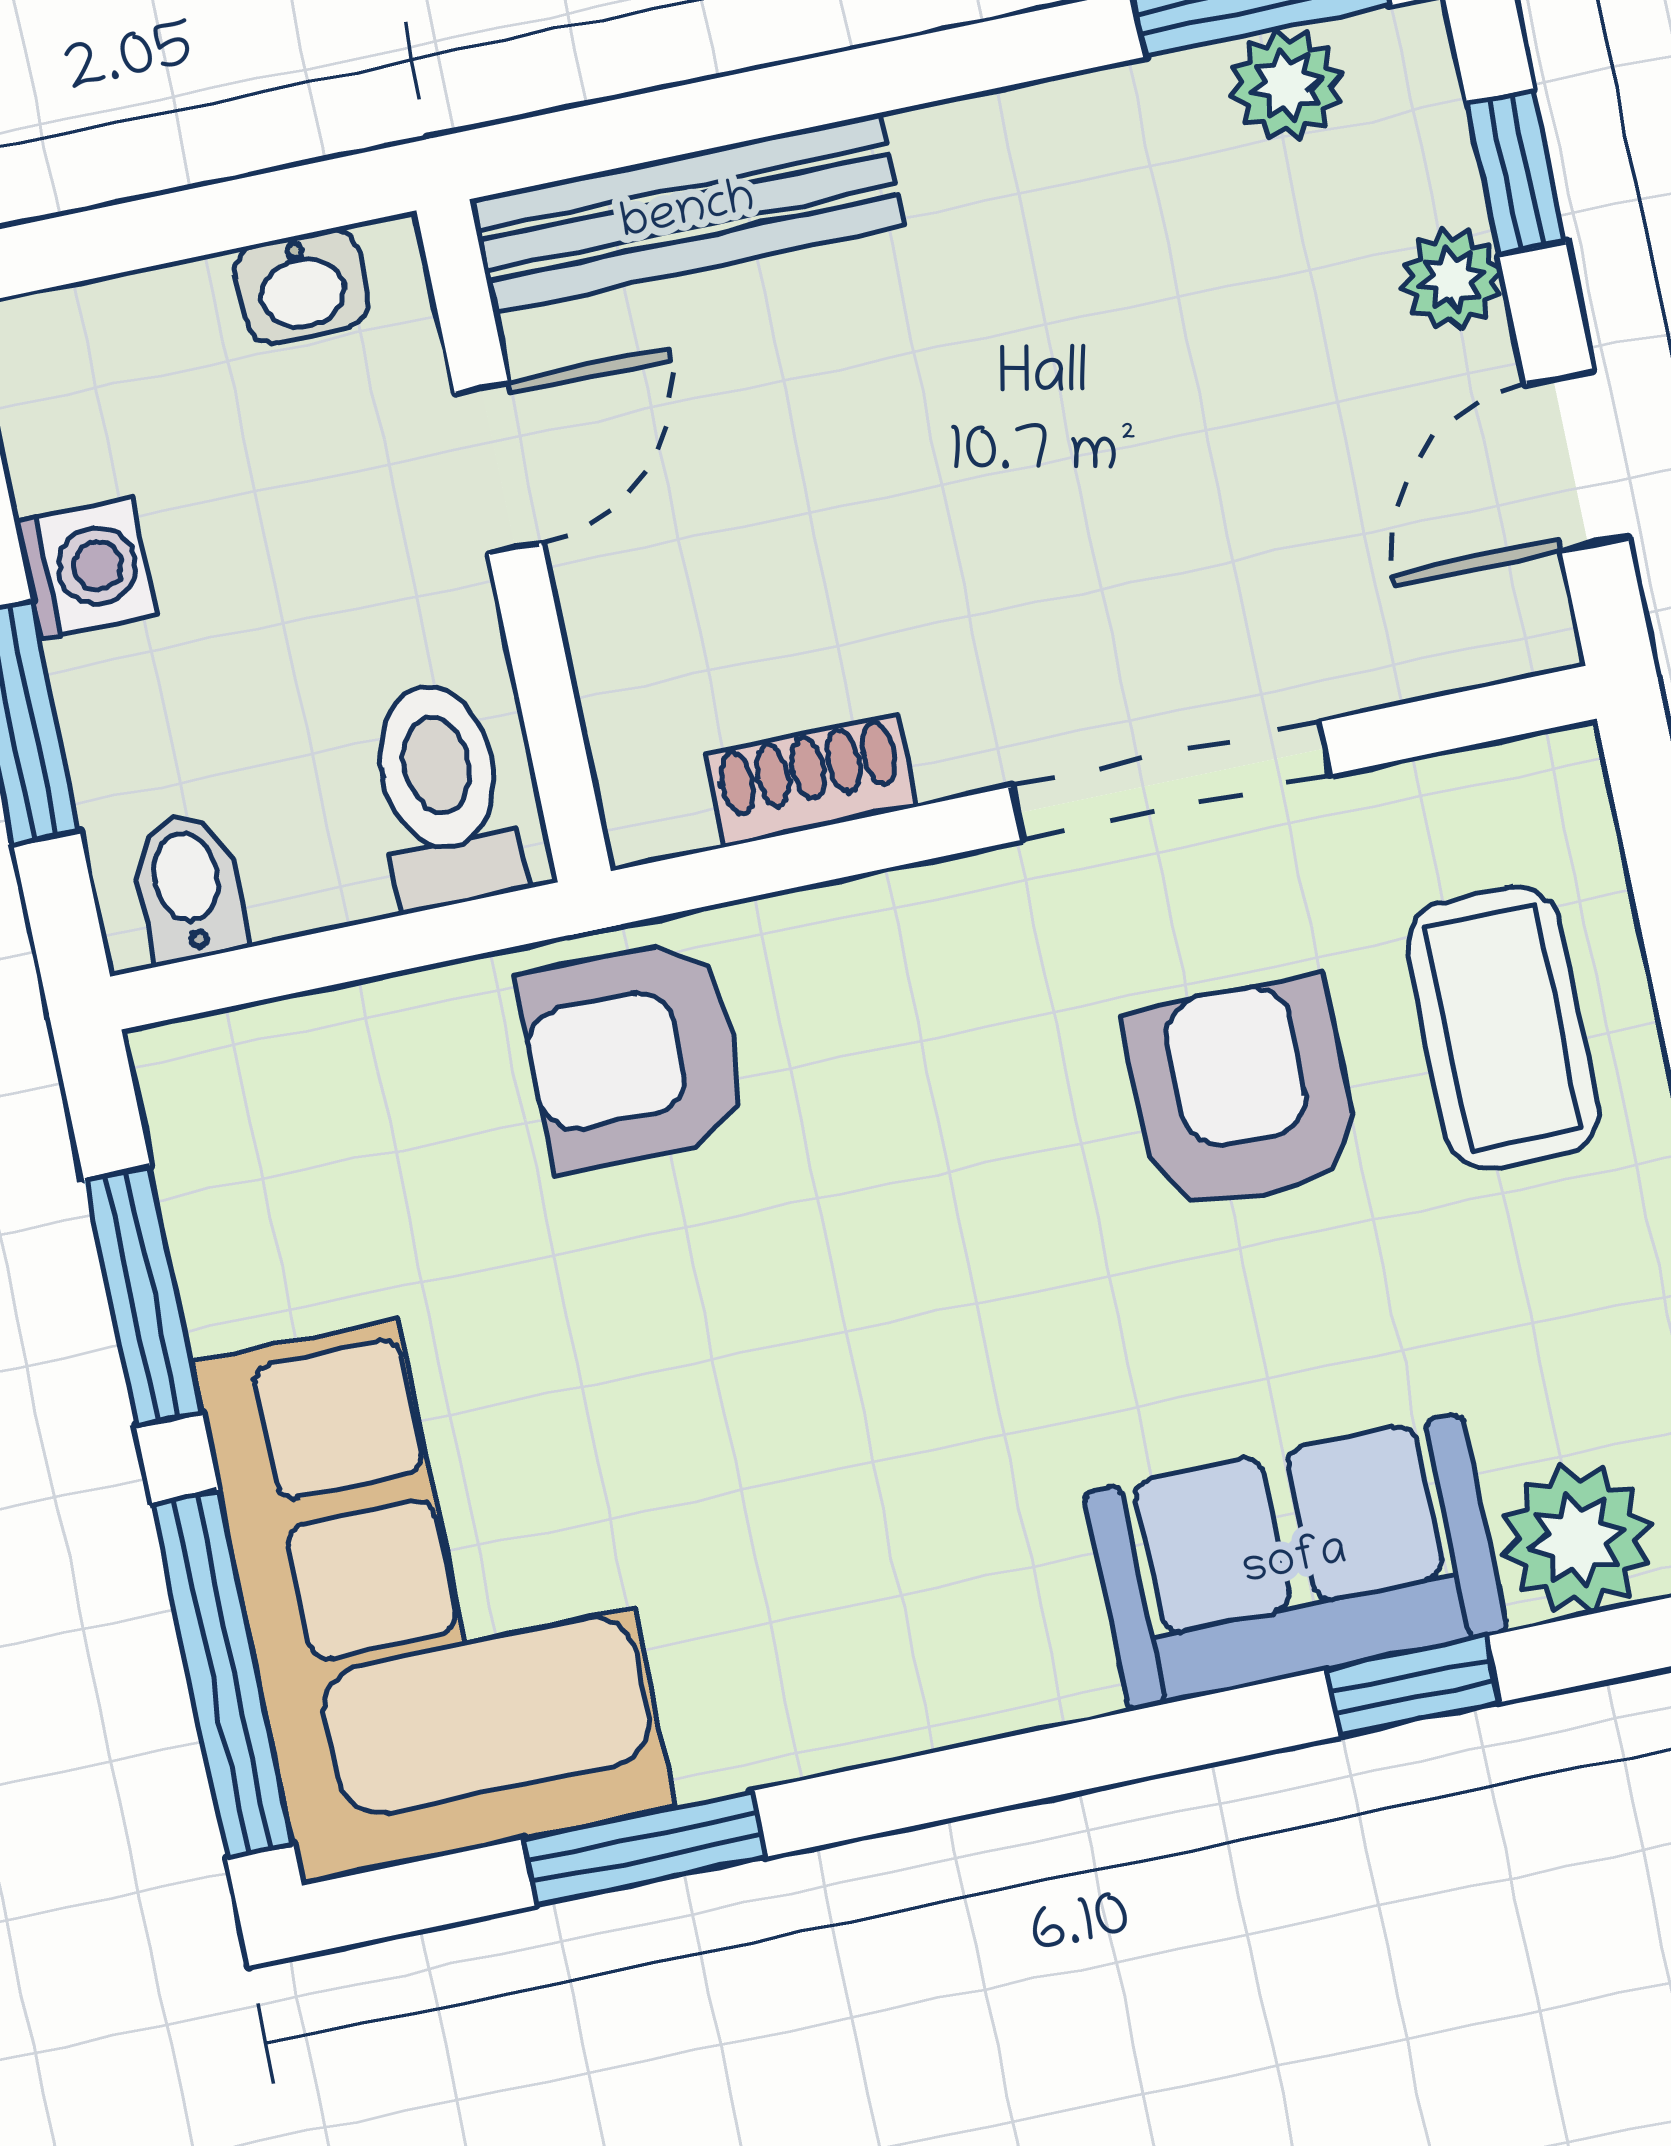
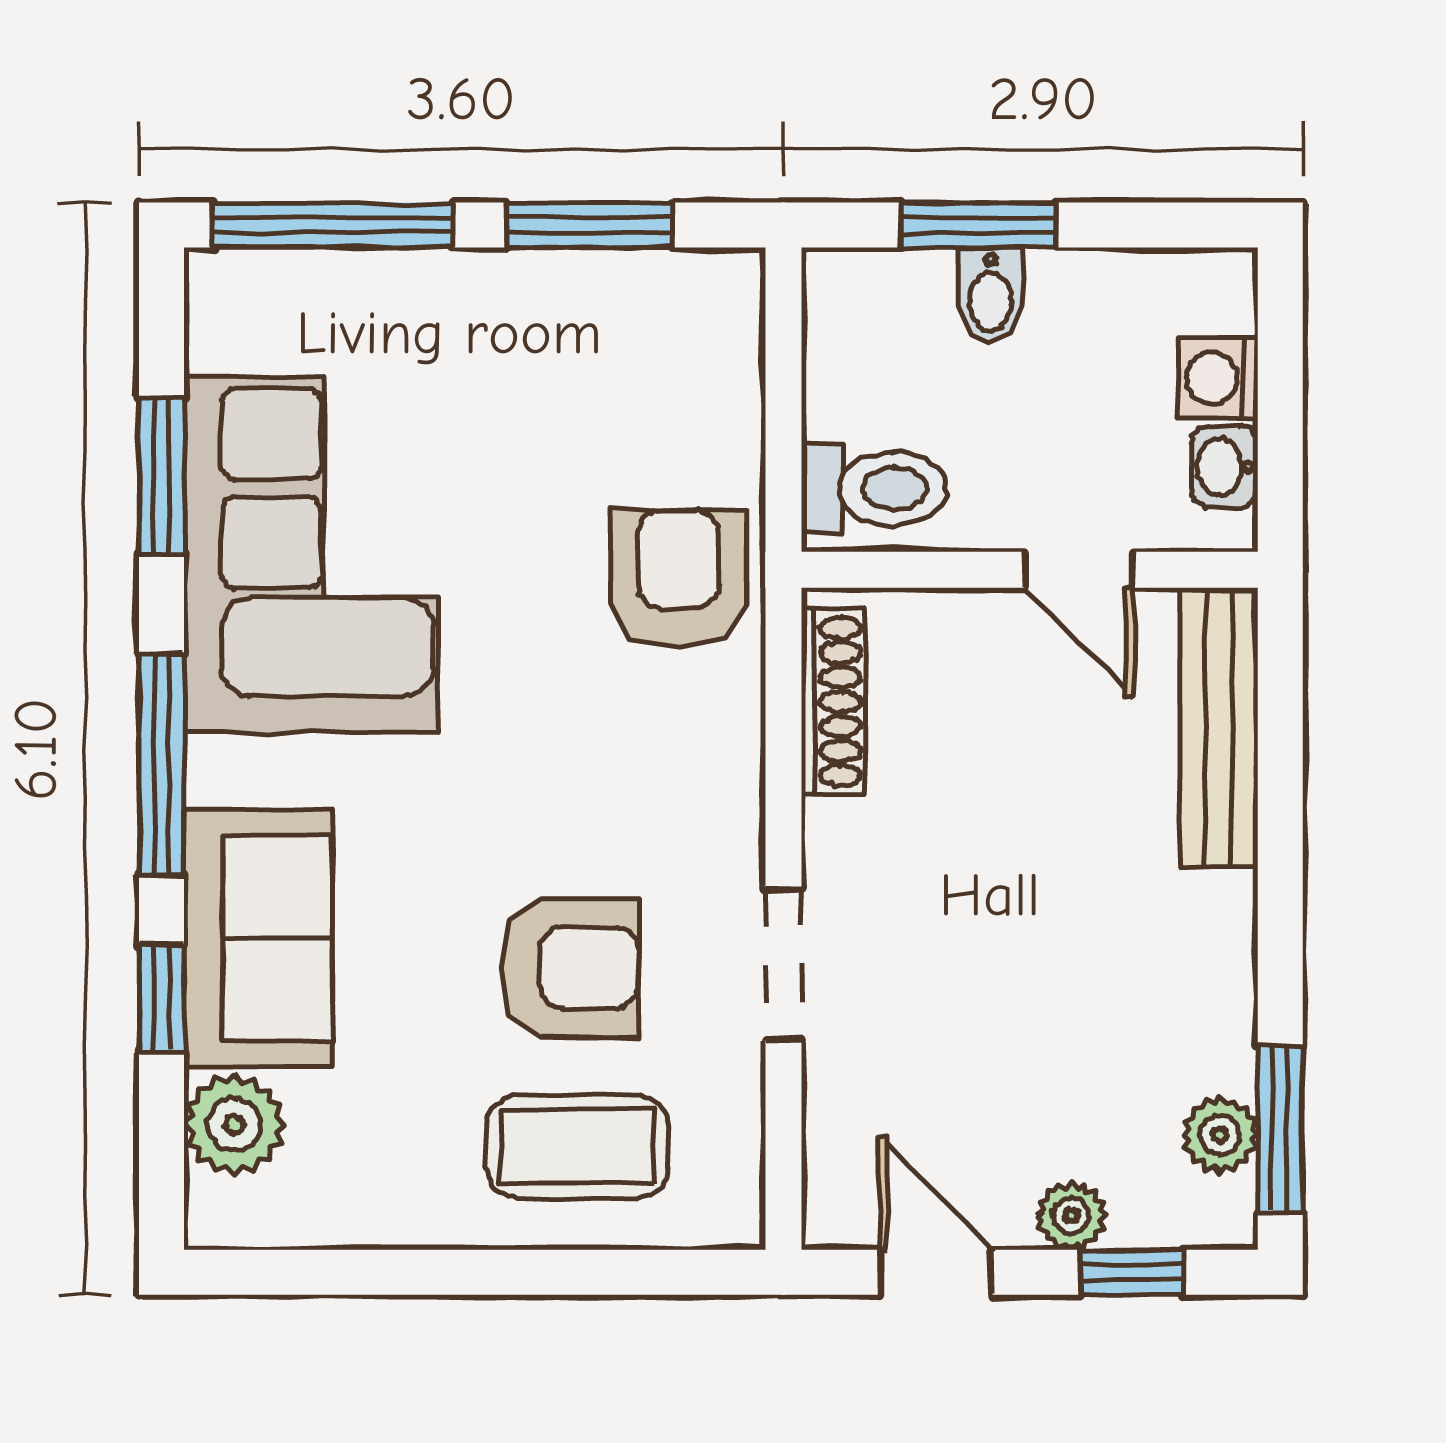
washing machine: (86, 568) -> (1218, 378), moved, turned 90
shoe rack: (810, 780) -> (833, 702), width x1.43
doorway: (1171, 781) -> (783, 964), width x0.73
bidet: (188, 887) -> (991, 295), moved, turned 90
corner sofa: (434, 1584) -> (311, 554), moved, turned -90
window: (1070, 1758) -> (161, 764), added

